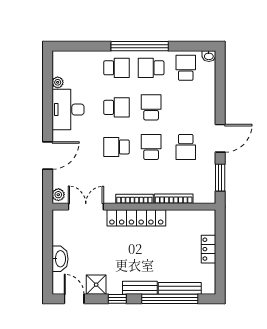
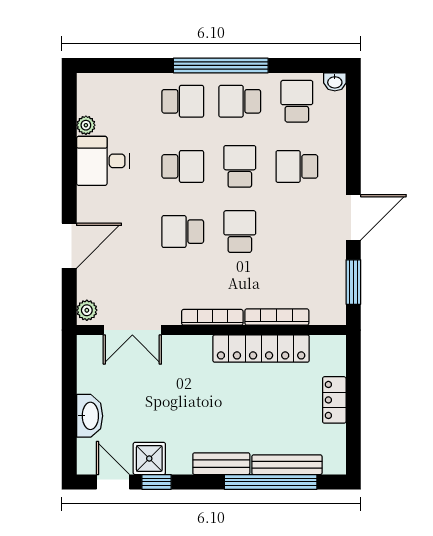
desk: (68, 110) -> (103, 161), width x0.73
school desk: (186, 147) -> (297, 166), moved, turned 90
double door: (86, 207) -> (132, 330), swing flipped
locker: (136, 218) -> (261, 349), moved
window: (117, 299) -> (157, 482), moved

